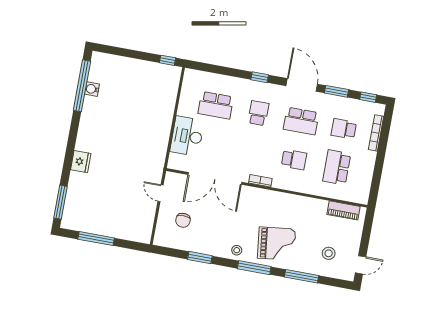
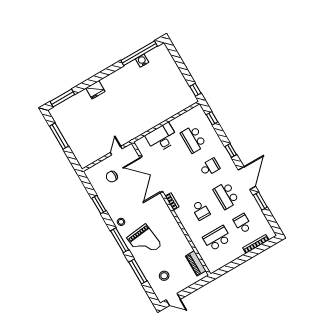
window: (368, 97) -> (212, 118), moved

